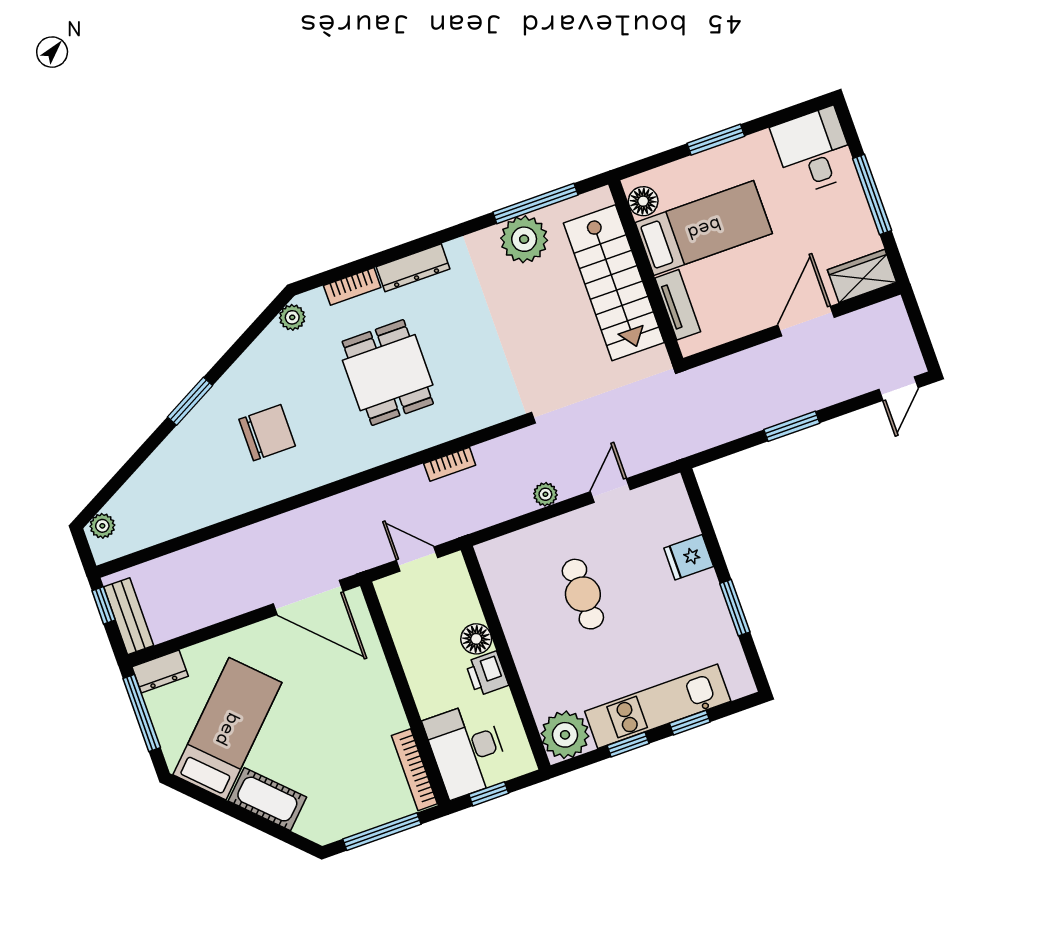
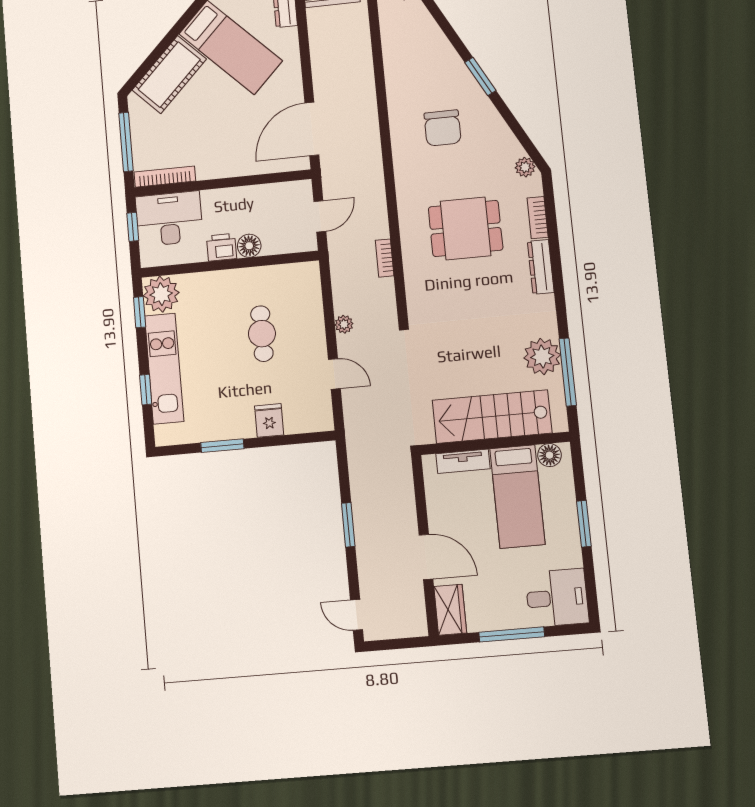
cafe table: (583, 594) -> (262, 334), turned 90
window: (628, 744) -> (140, 312), moved
cot: (267, 799) -> (169, 75), width x1.37, depth x1.34

